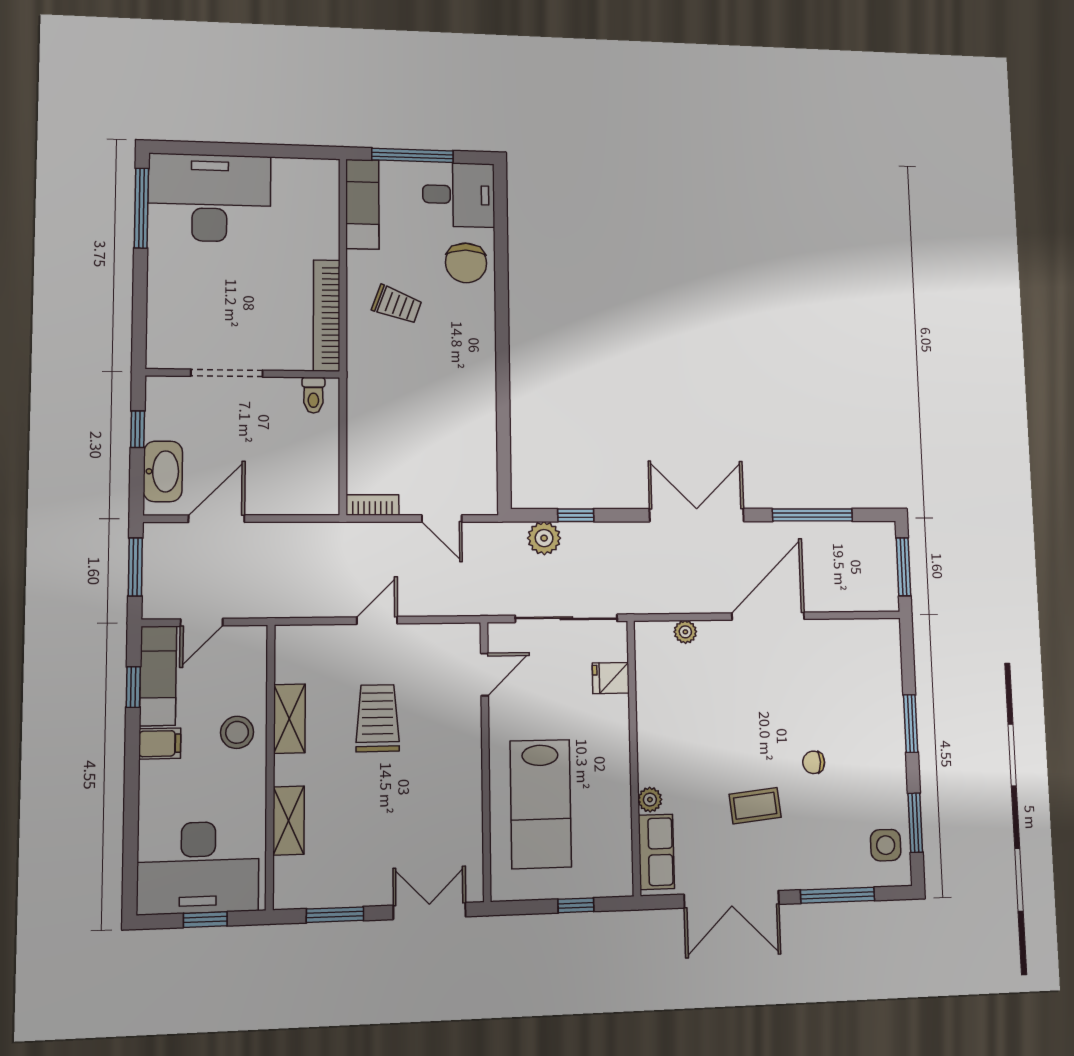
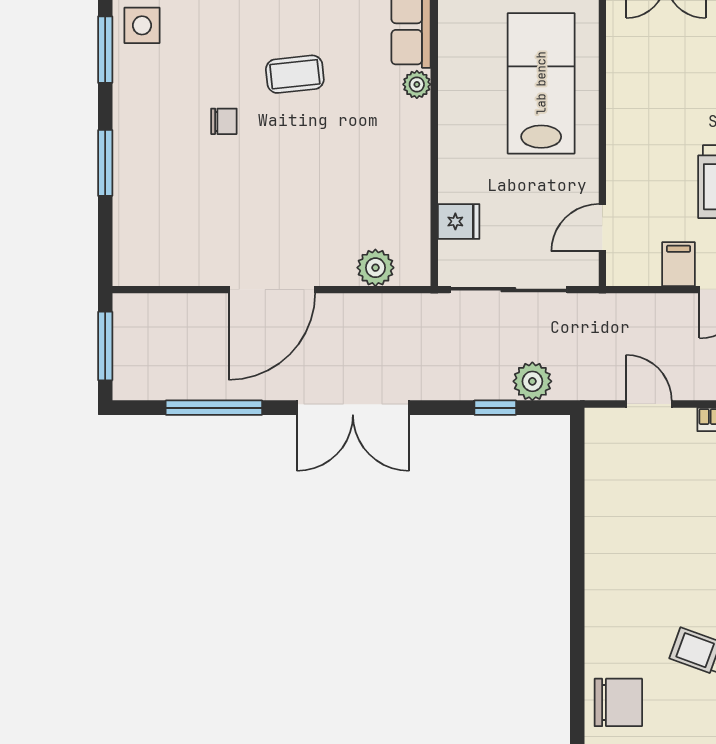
chair: (466, 263) -> (618, 702), turned 90
plant: (685, 632) -> (375, 268), width x1.38, depth x1.38
filing cabinet: (416, 643) -> (679, 264), added

